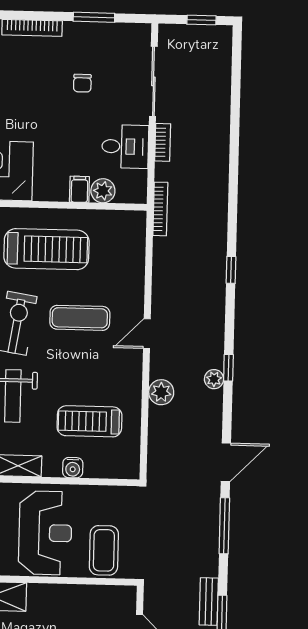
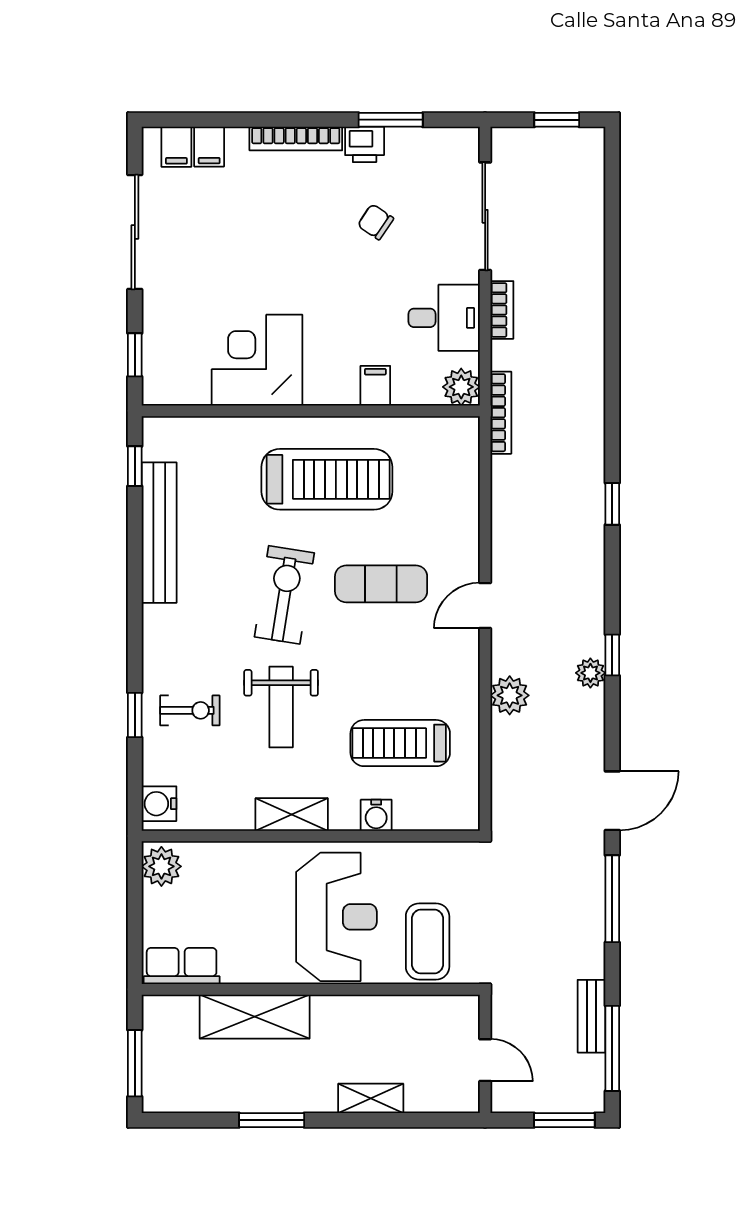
printer: (77, 33) -> (365, 144), added
chair: (82, 83) -> (376, 222), turned 124
plant: (103, 191) -> (461, 387), moved

